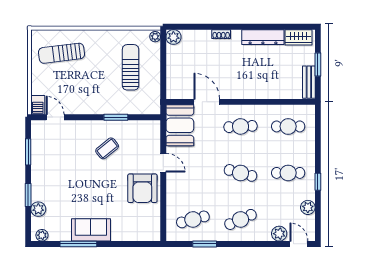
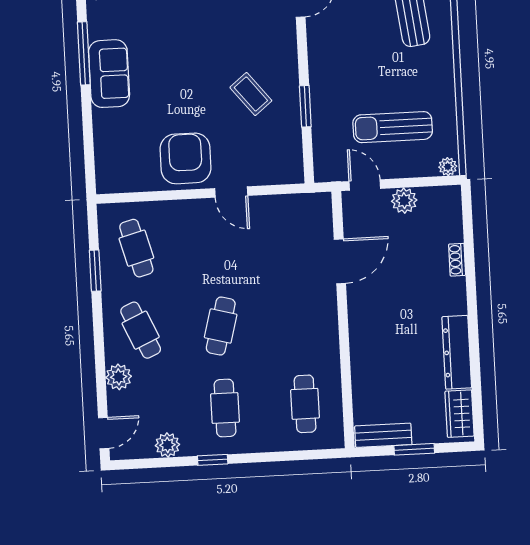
shoe rack: (221, 34) -> (457, 260), moved
plant: (173, 37) -> (404, 201), moved
sun lounger: (131, 67) -> (393, 127), turned 180
door: (163, 85) -> (365, 185), added
booth: (180, 125) -> (297, 217), removed
cafe table: (241, 126) -> (301, 322), removed
door: (163, 163) -> (231, 192), hinge flipped
armchair: (142, 188) -> (185, 158), turned 90
plant: (279, 234) -> (119, 377), moved

